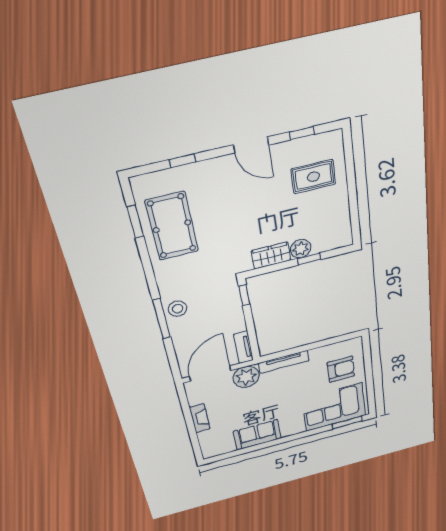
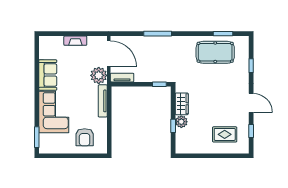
door: (251, 145) -> (251, 103), swing flipped
rug: (313, 177) -> (225, 134), turned 90
stool: (178, 309) -> (162, 44), removed
corner sofa: (334, 407) -> (54, 112), moved

